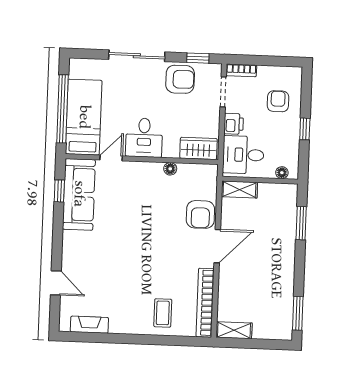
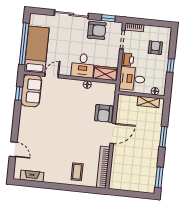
desk: (144, 138) -> (83, 66), moved
shelving: (239, 190) -> (148, 102), moved
sofa: (79, 194) -> (31, 91), width x0.73
window: (301, 223) -> (163, 137), moved
shelving: (234, 330) -> (120, 185), removed

